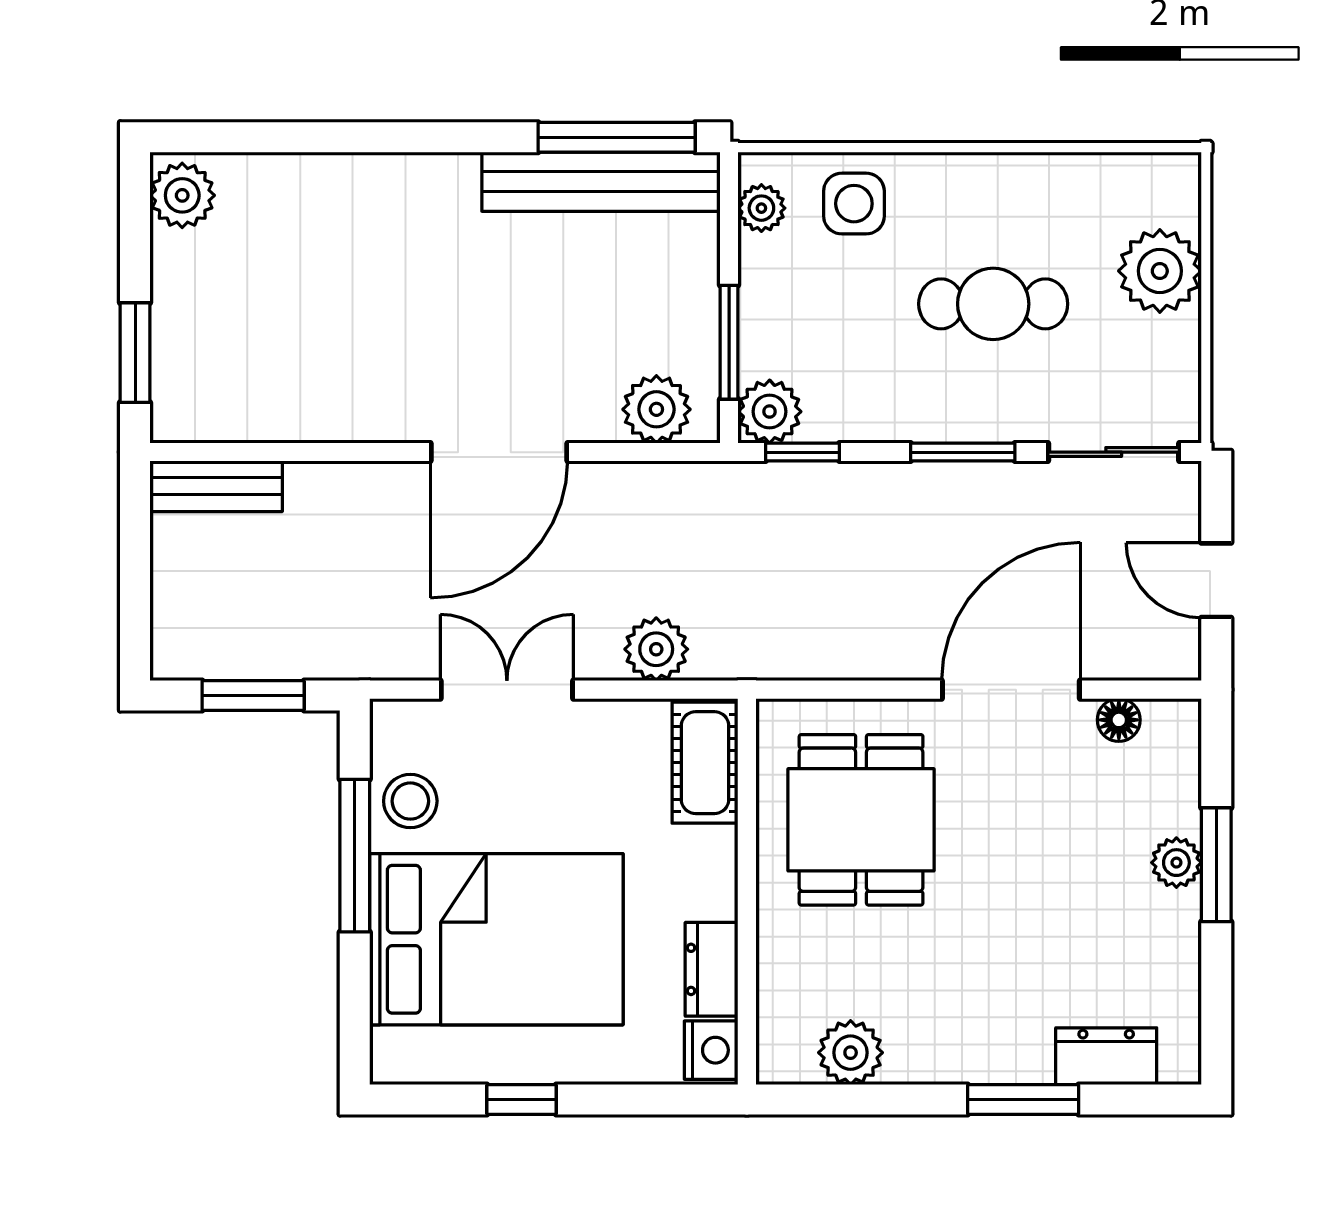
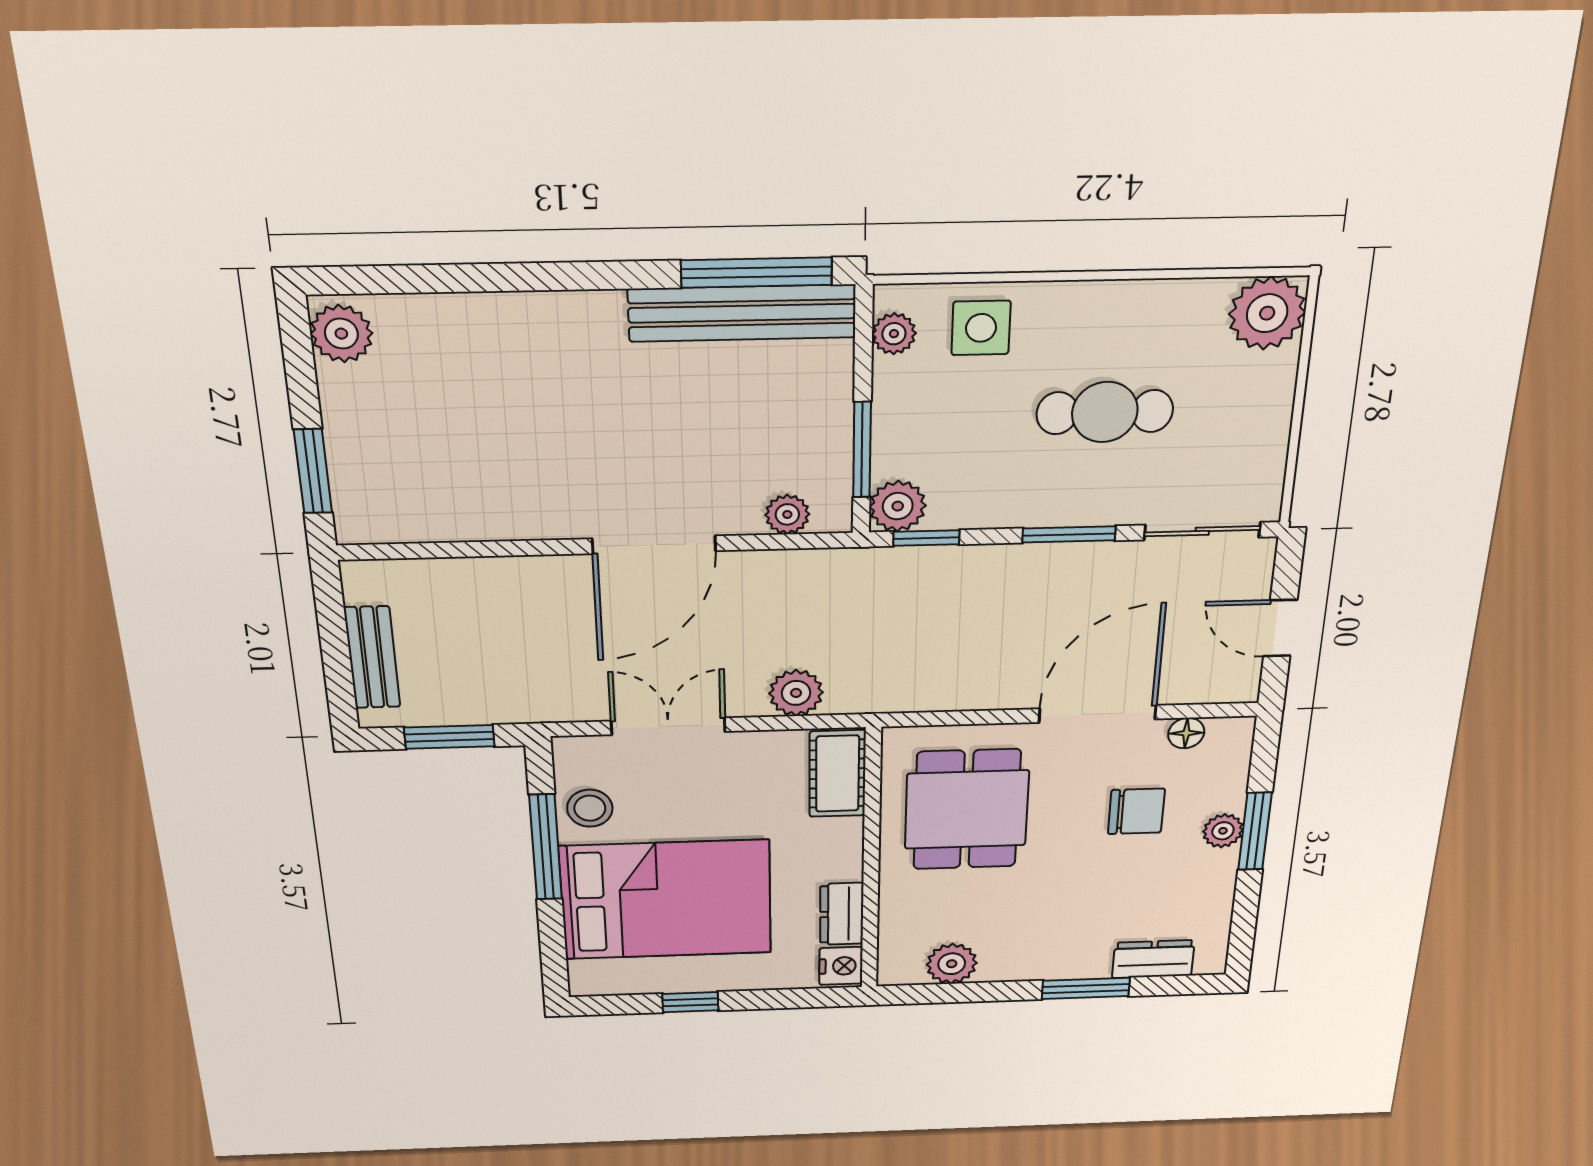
plant: (1160, 271) -> (1267, 313), moved
plant: (656, 409) -> (787, 514), width x0.73, depth x0.73
bench: (216, 486) -> (372, 657), moved, turned 90
chair: (1067, 830) -> (1136, 811), added

